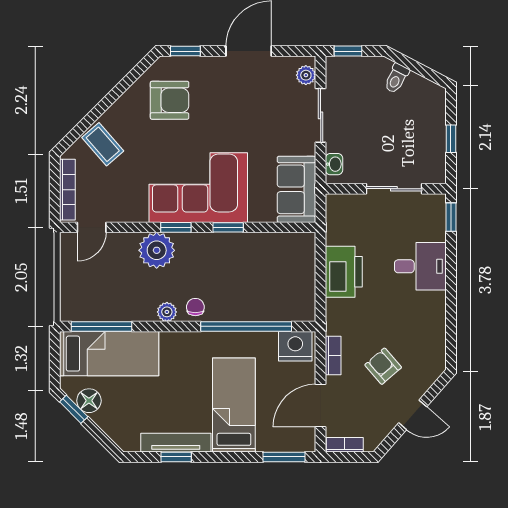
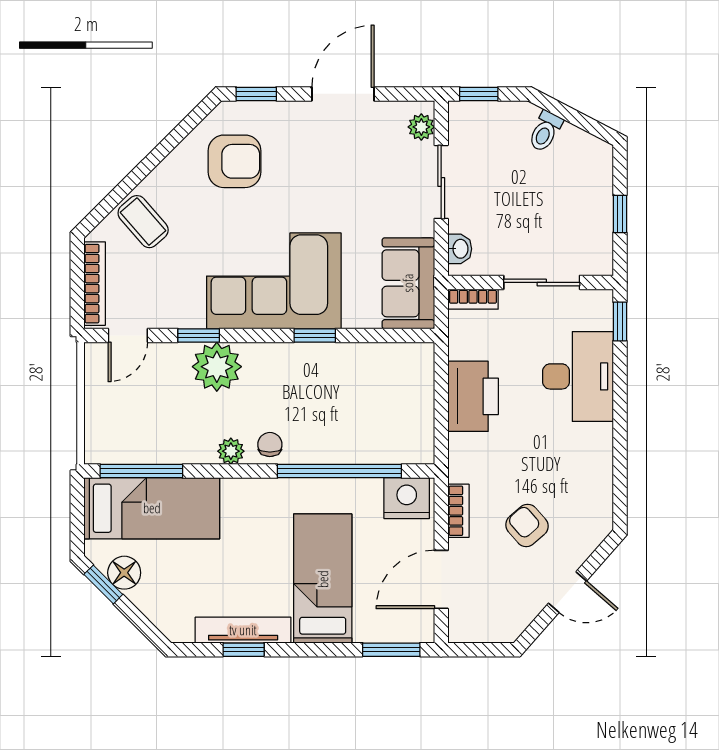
window: (176, 227) -> (199, 335), moved
desk: (420, 266) -> (578, 376), width x1.37
bookcase: (345, 445) -> (473, 299), moved, turned 180

